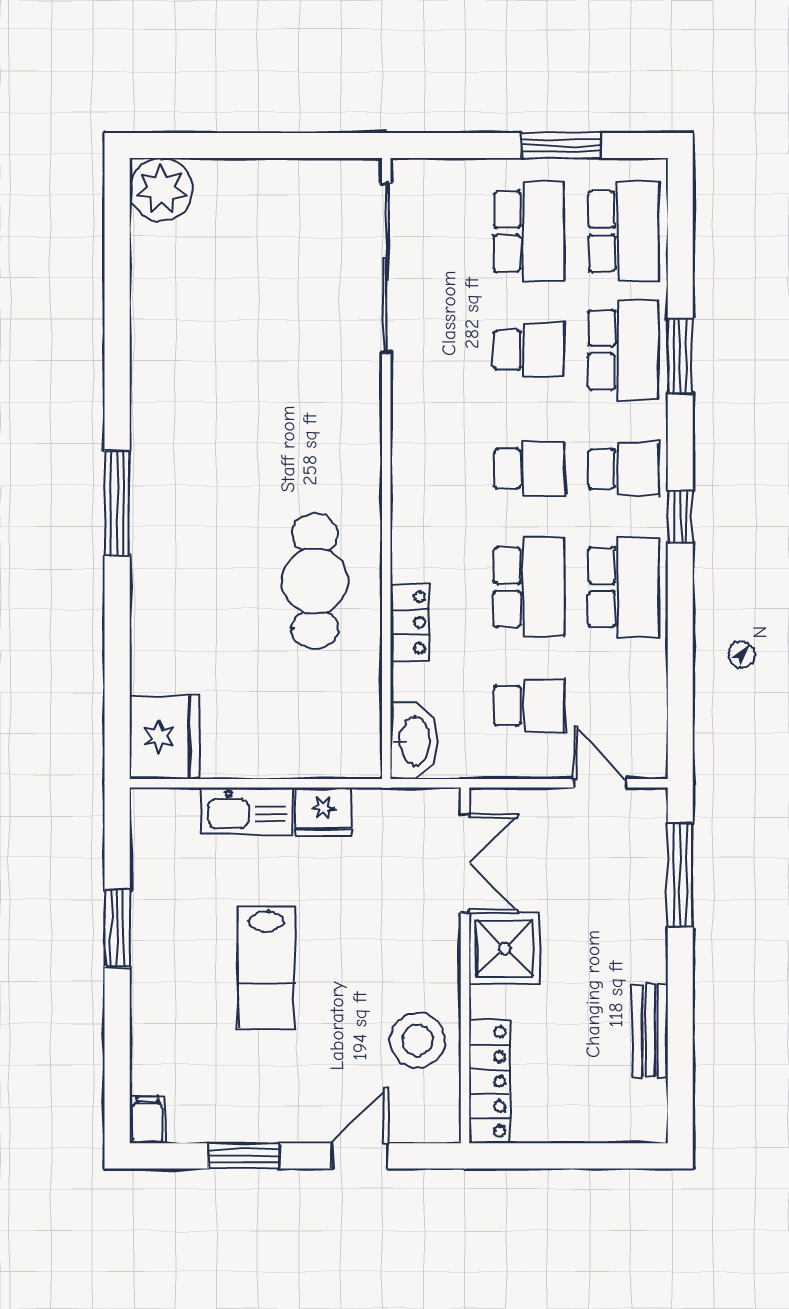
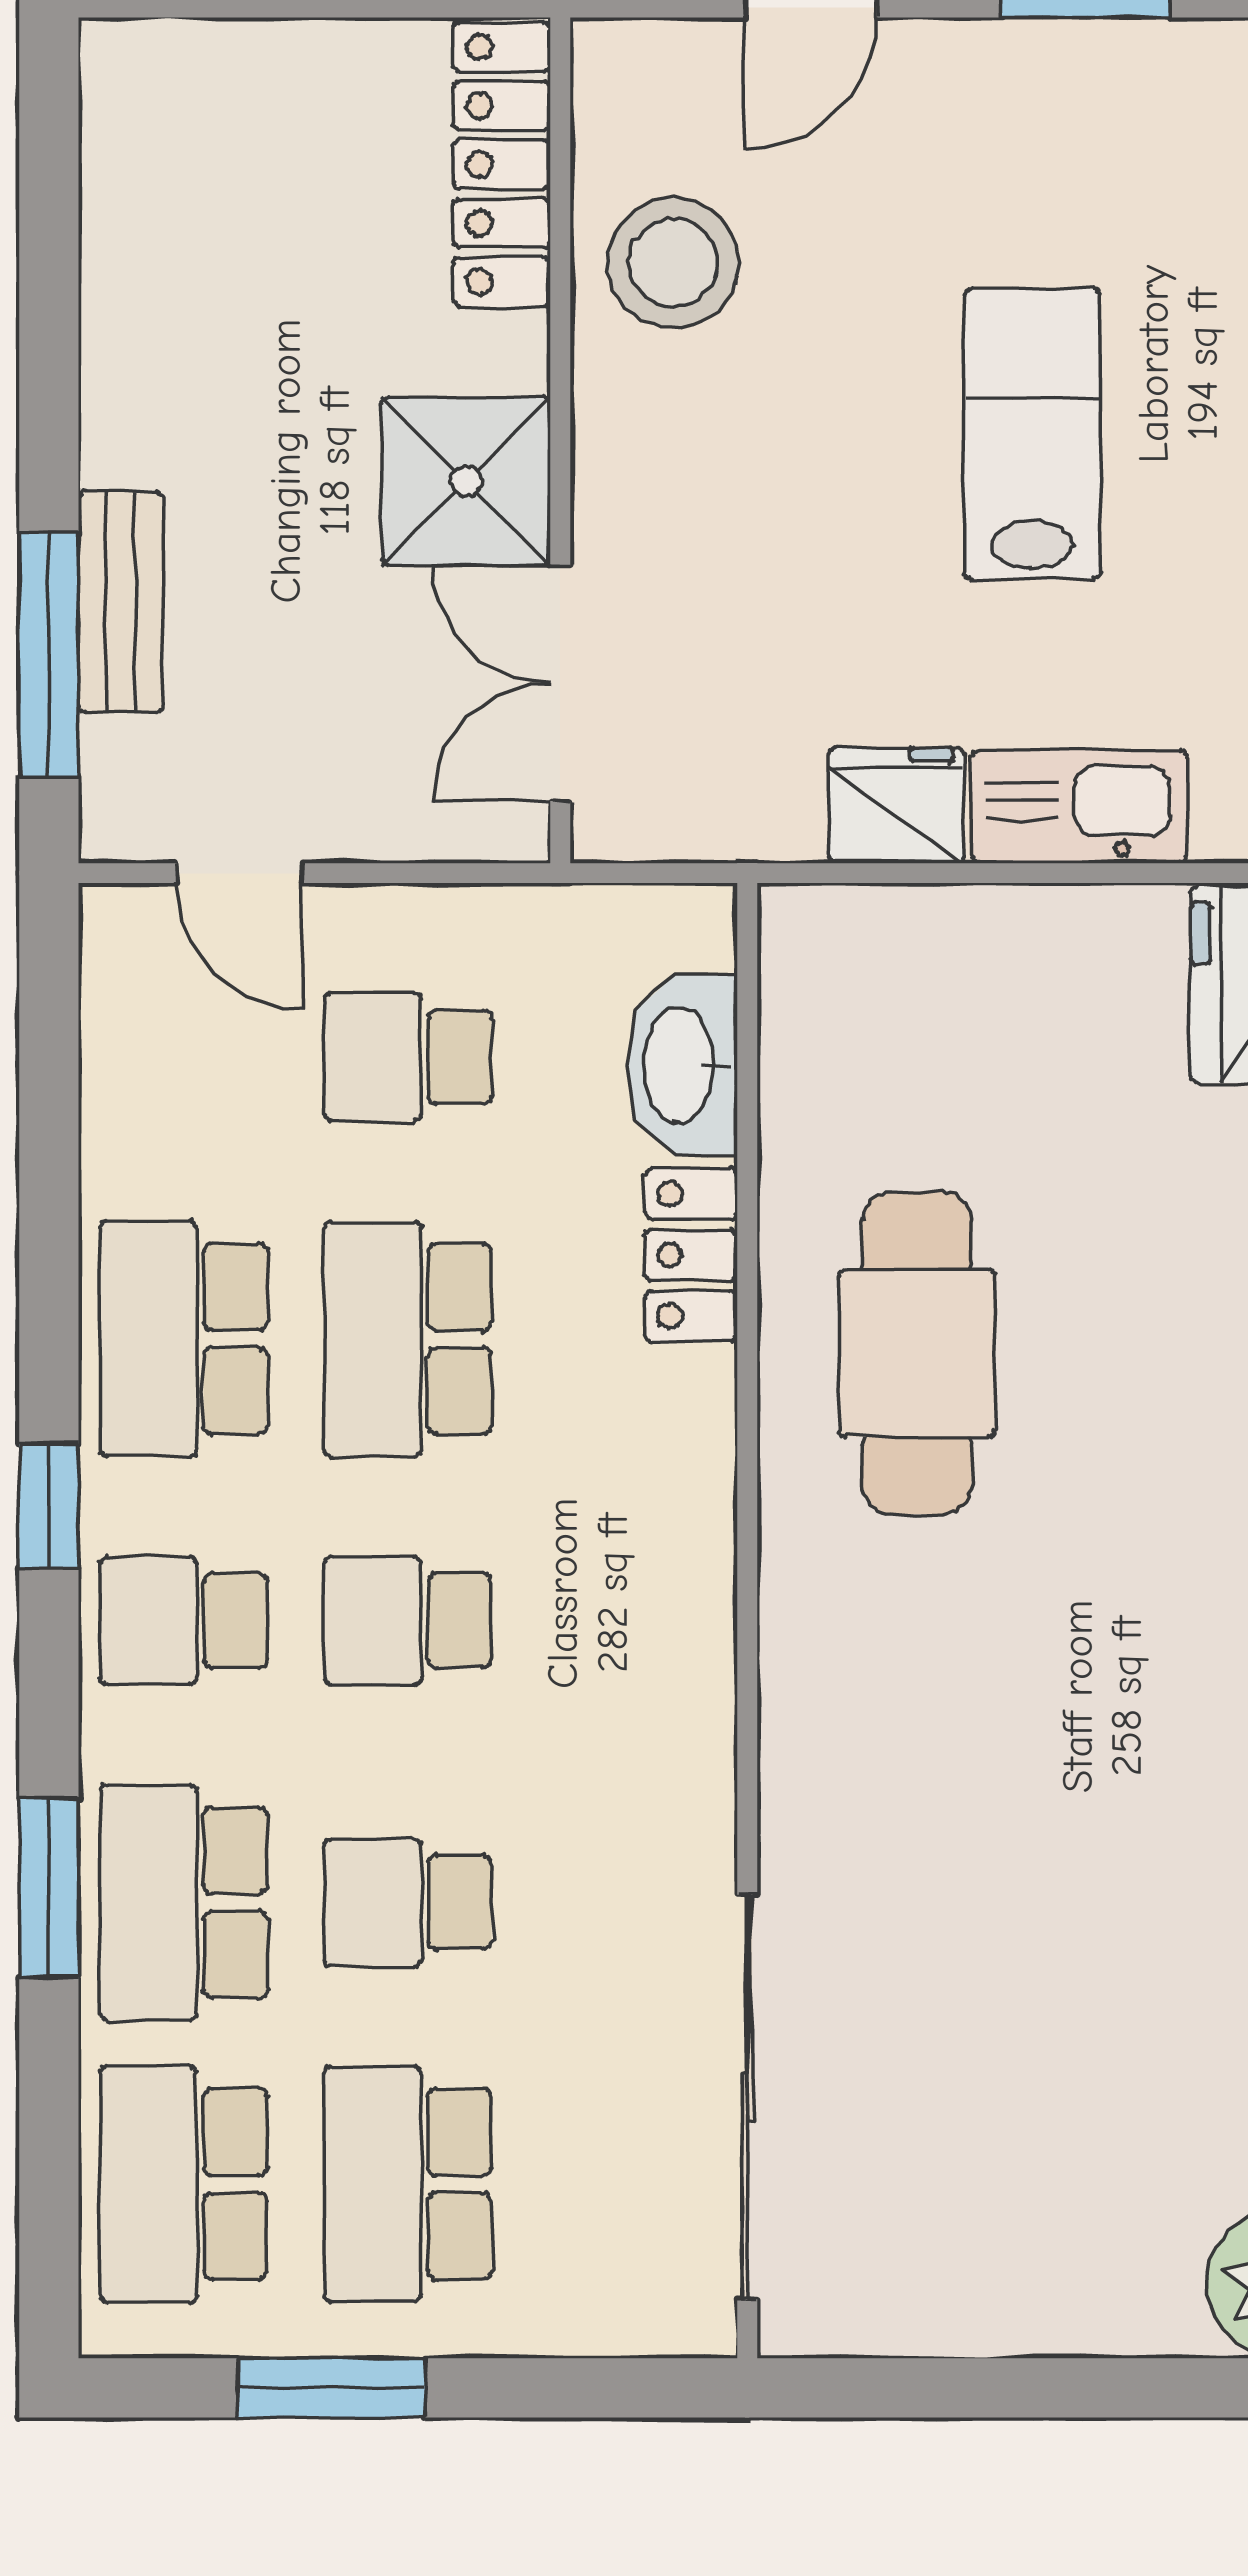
washbasin: (414, 741) -> (682, 1065), moved
bench: (650, 1031) -> (120, 602), moved

